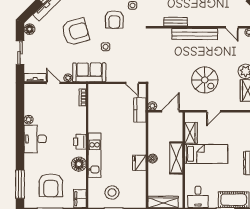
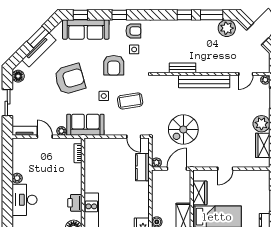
door: (232, 27) -> (246, 74), hinge flipped
coffee table: (129, 51) -> (130, 101), added
spiral stairs: (205, 80) -> (183, 130), moved, turned 90

